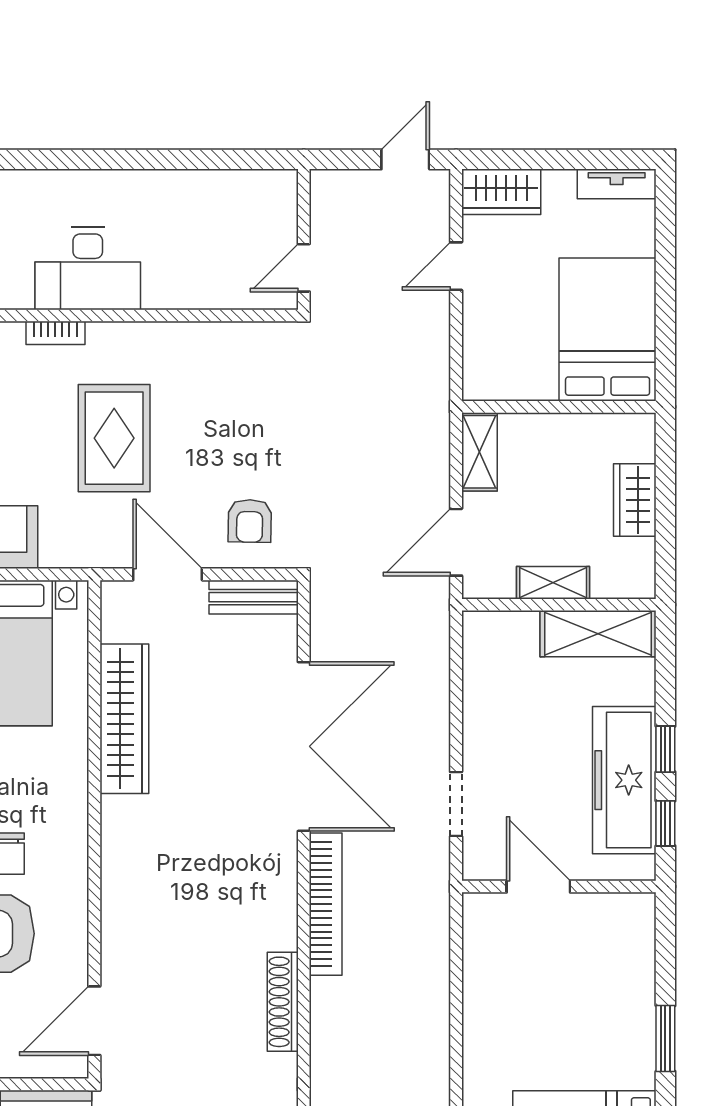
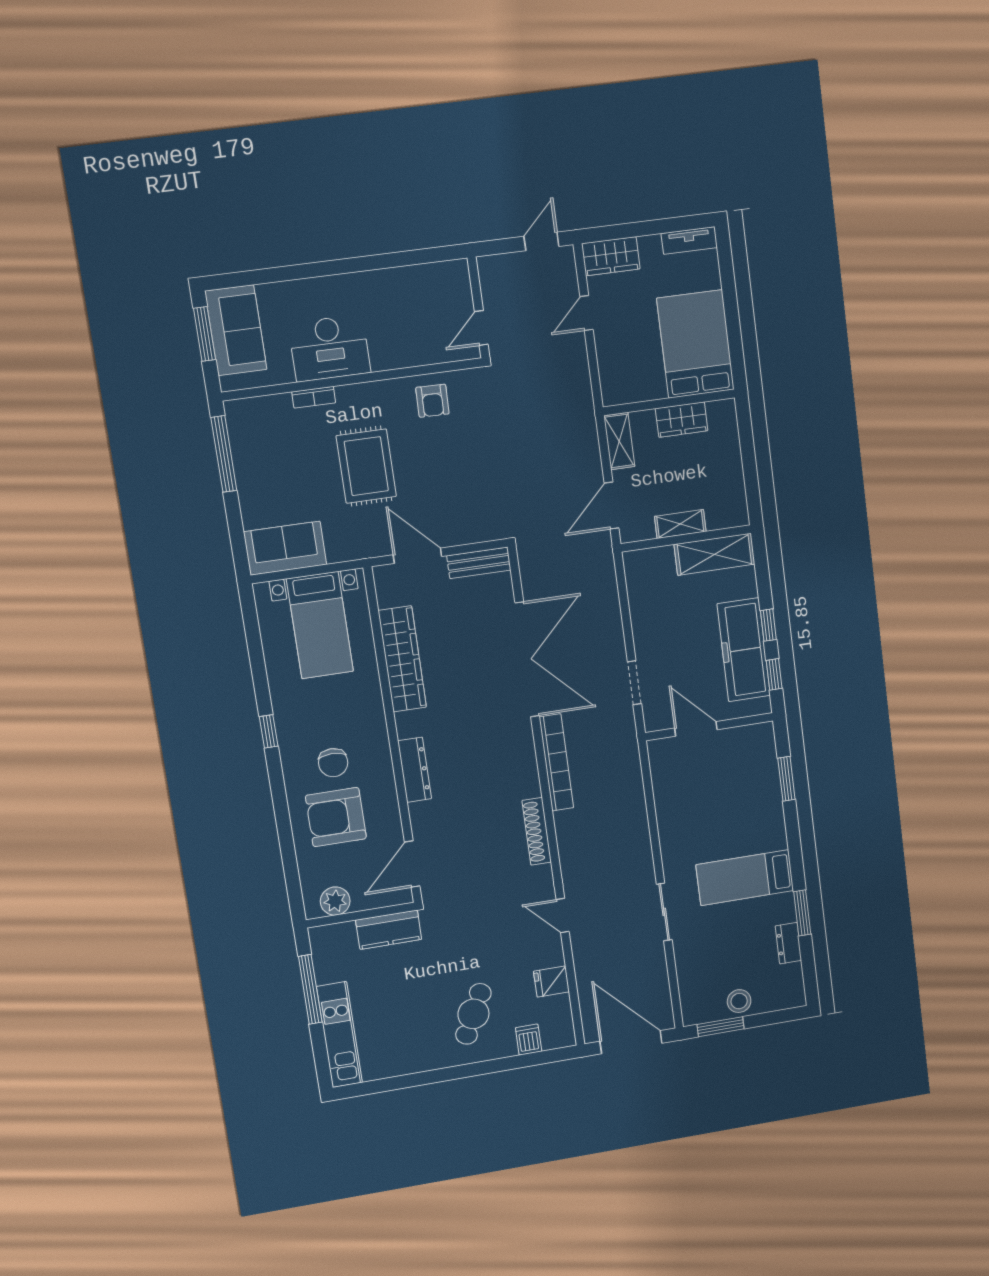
wardrobe: (635, 500) -> (682, 420), moved, turned -90
armchair: (250, 521) -> (432, 401), moved
dresser: (118, 882) -> (415, 770), added
window: (665, 1039) -> (786, 779), moved

